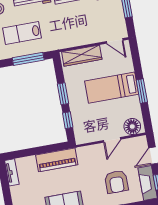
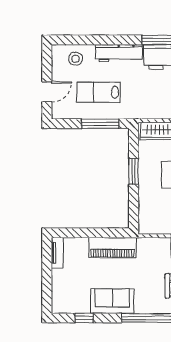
window: (68, 120) -> (134, 204), removed

